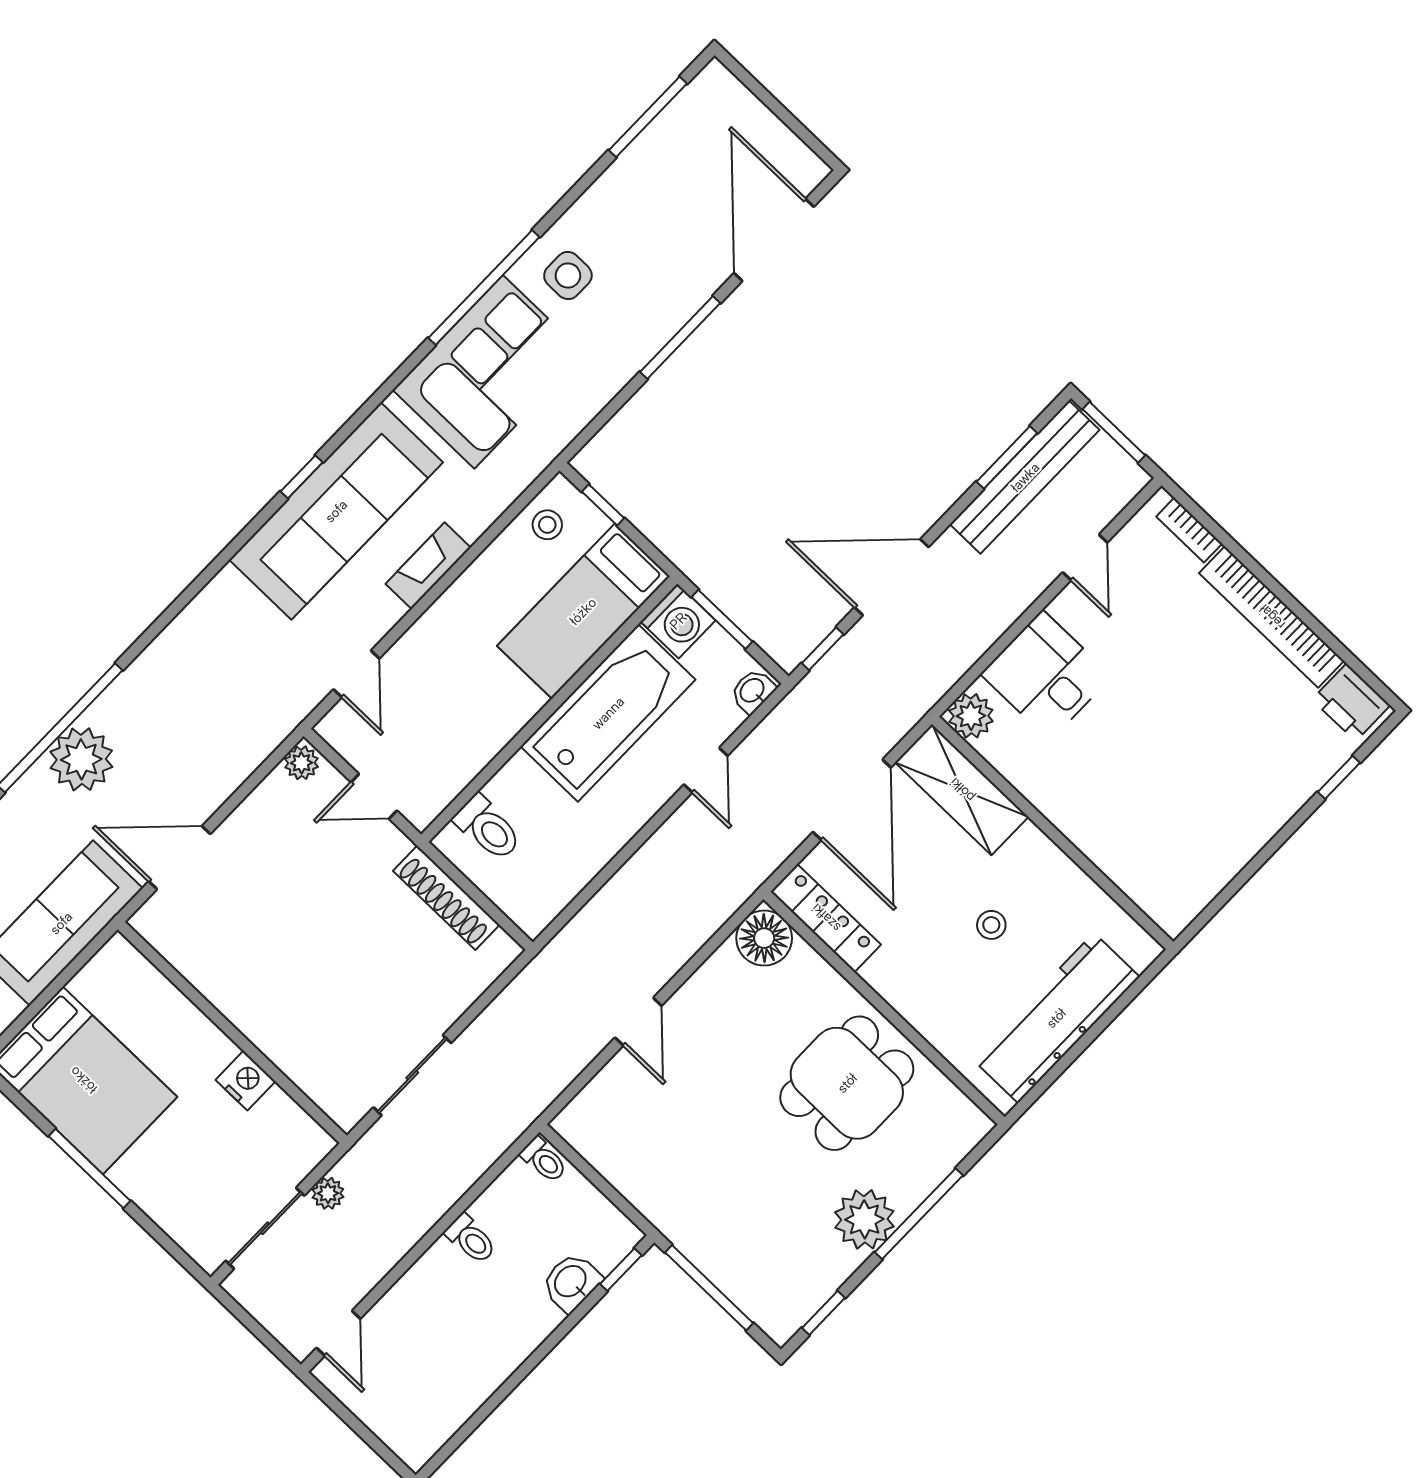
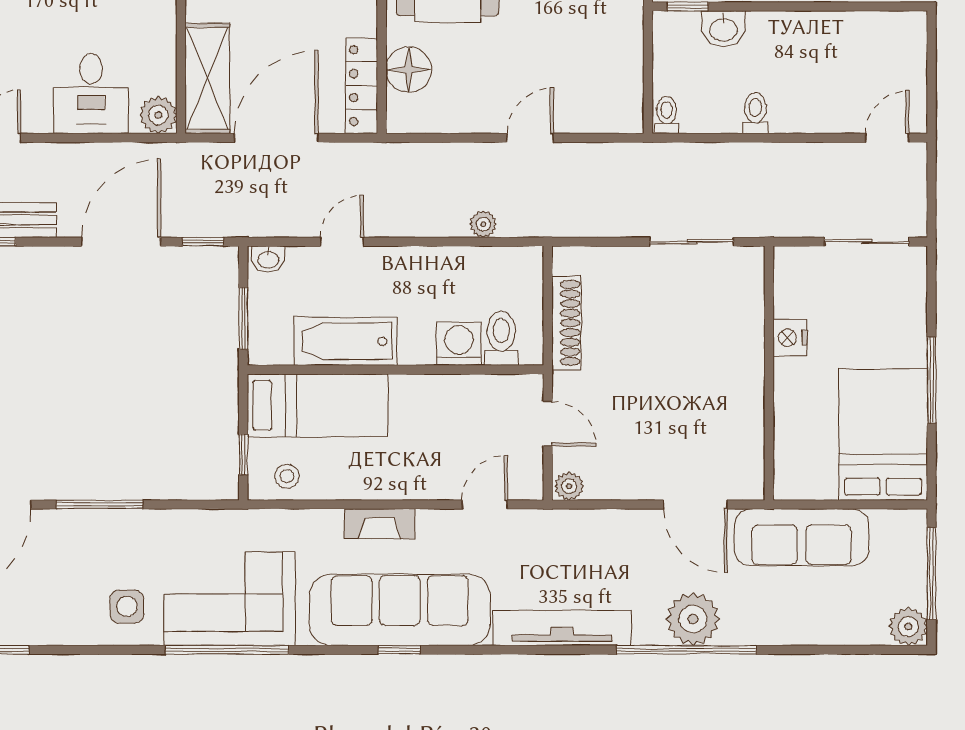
window: (484, 288) -> (227, 650), moved
door: (892, 577) -> (121, 242), swing flipped
washing machine: (678, 621) -> (459, 344), moved
tv unit: (184, 638) -> (562, 628), added
bathtub: (608, 713) -> (345, 341), width x0.73, depth x0.73
floor lamp: (764, 938) -> (409, 70), moved
plant: (328, 1193) -> (483, 224), moved

